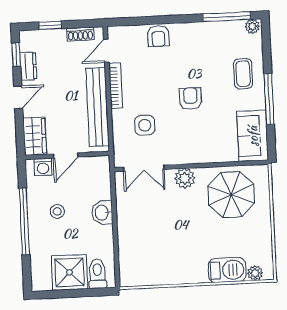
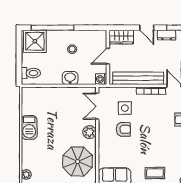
armchair: (190, 99) -> (123, 129), moved
door: (66, 155) -> (108, 56), hinge flipped
washing machine: (43, 167) -> (101, 79), moved
window: (24, 221) -> (52, 28), moved
barbecue: (227, 270) -> (29, 127), moved
shower: (69, 272) -> (35, 41), moved

